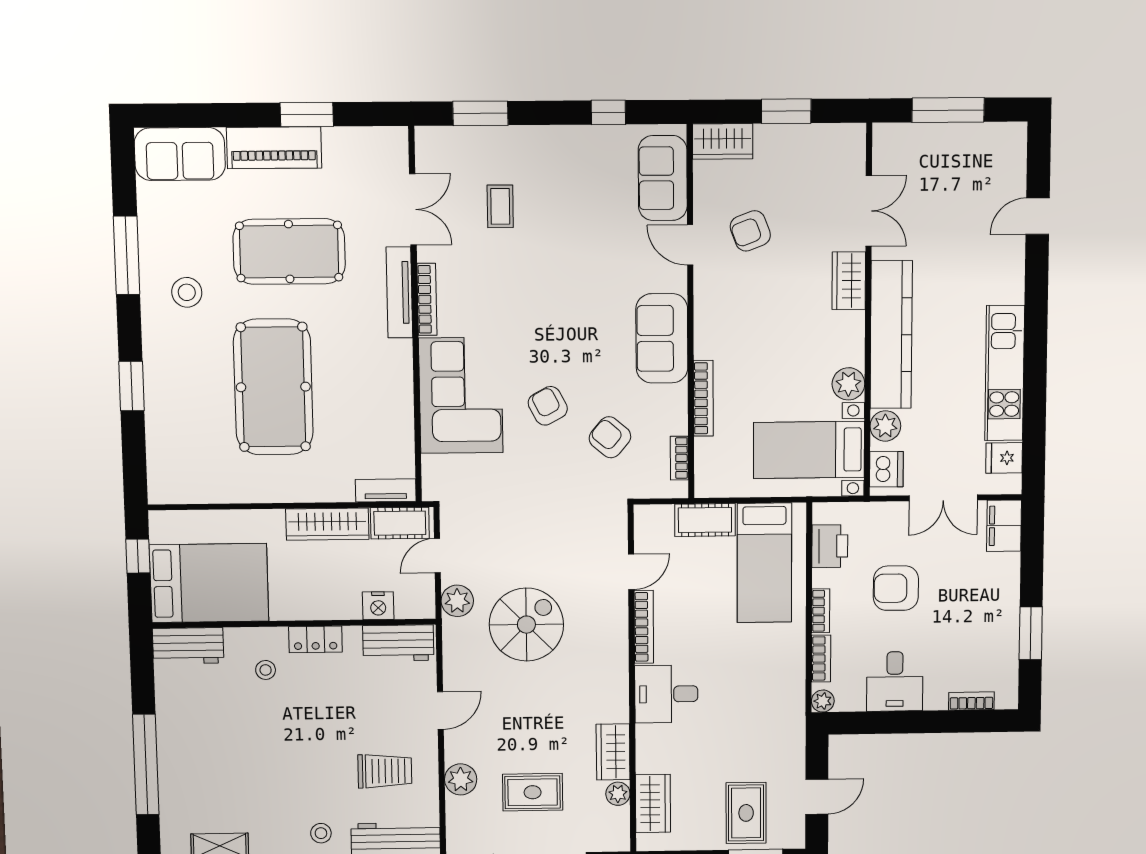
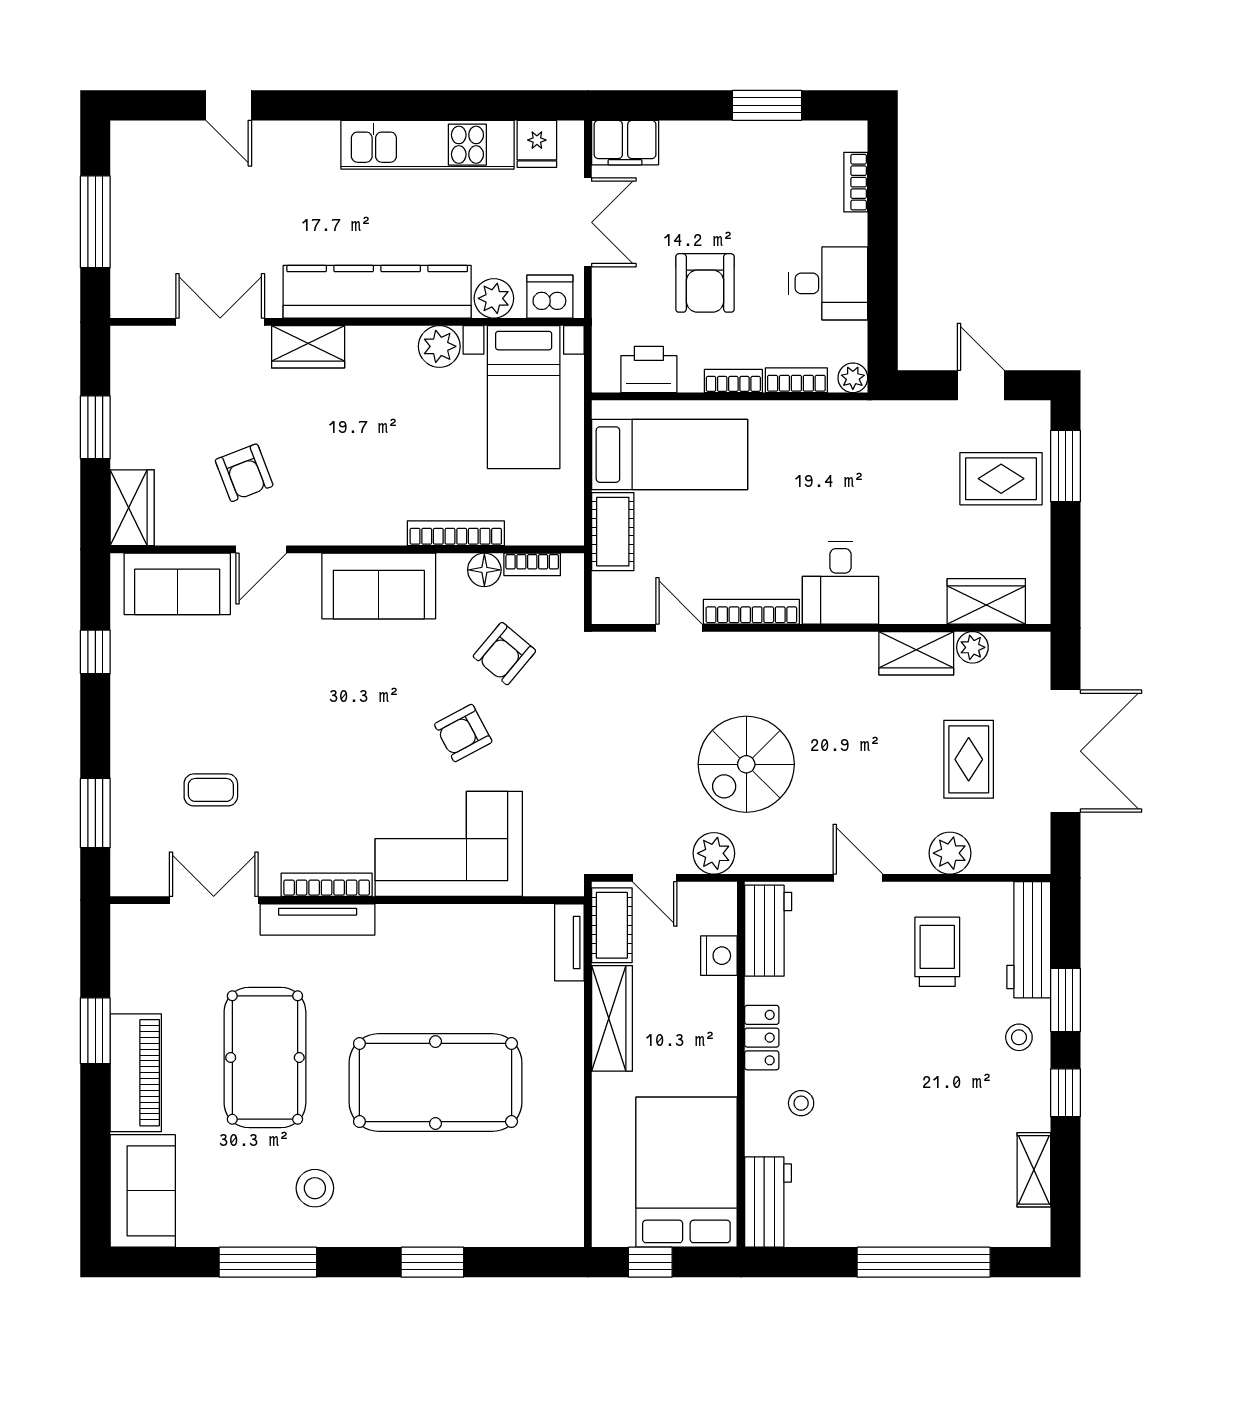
floor lamp: (675, 421) -> (484, 570), added
spiral stairs: (526, 625) -> (746, 764), turned -90

